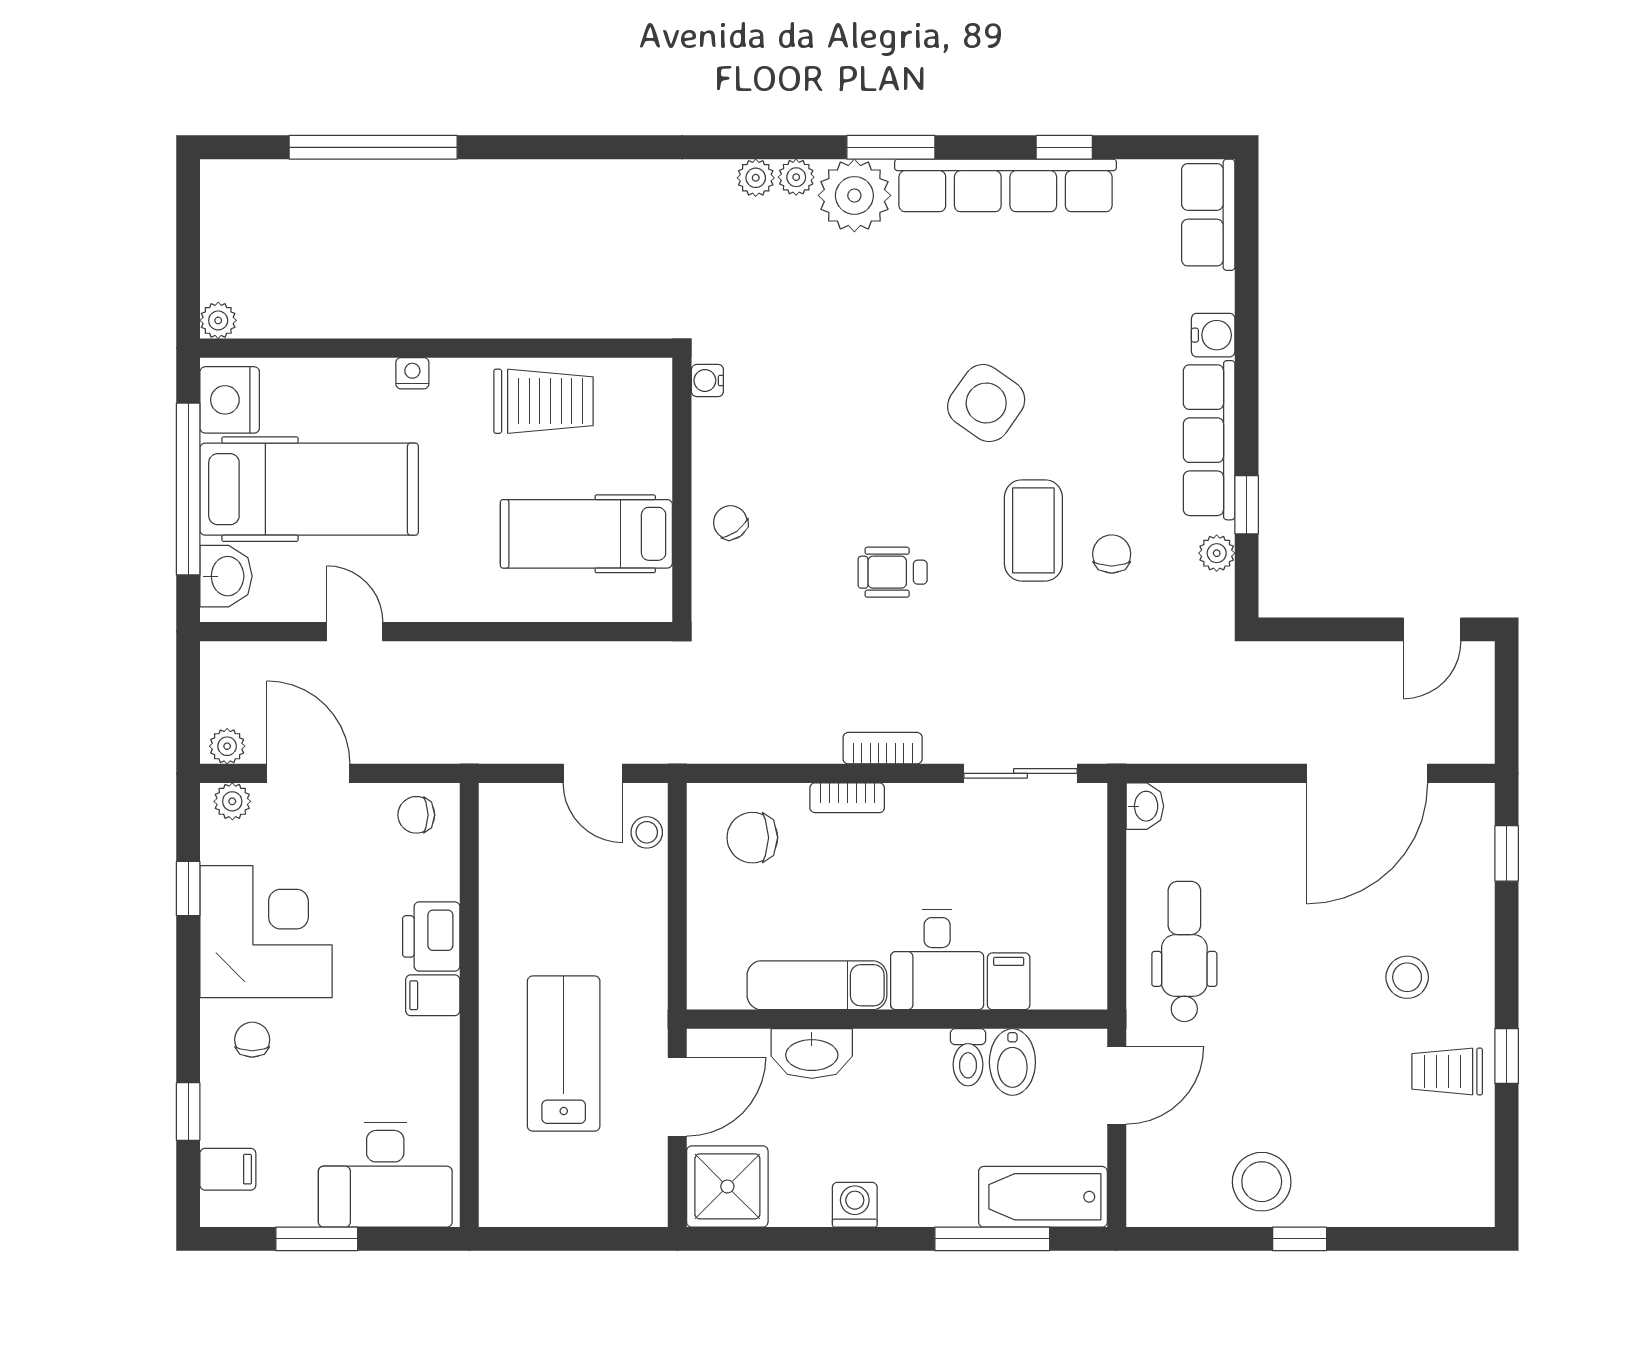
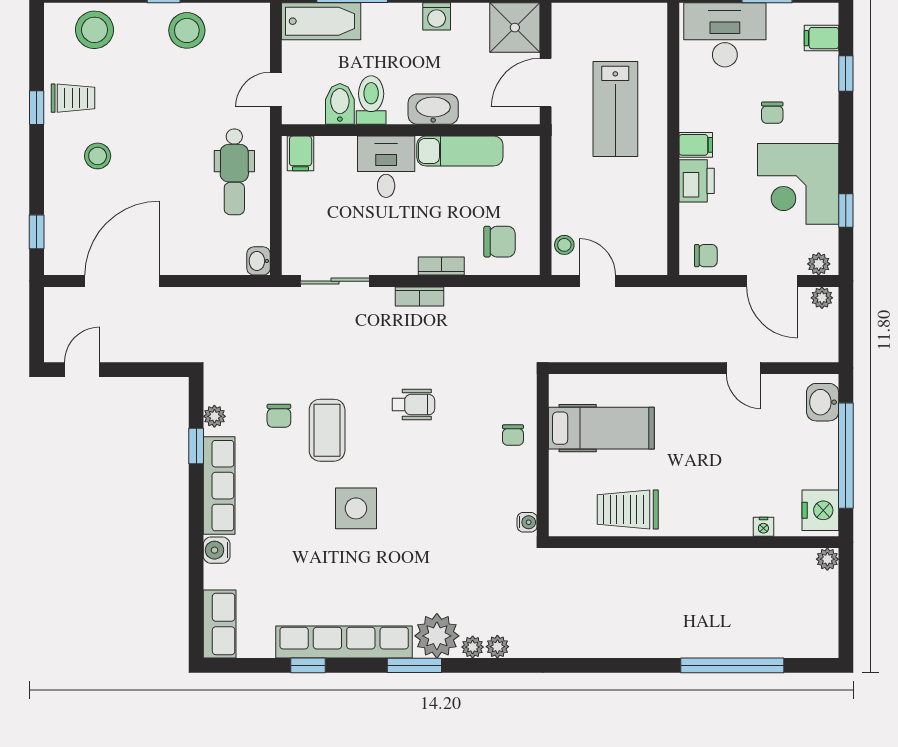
nightstand: (412, 373) -> (763, 527), moved
side table: (986, 403) -> (356, 508), turned -35
hospital bed: (309, 489) -> (772, 456), removed
chair: (730, 523) -> (513, 435), turned 36
filing cabinet: (1009, 981) -> (301, 153), moved
chair: (252, 1040) -> (772, 113), moved
washbasin: (812, 1054) -> (433, 109), moved
toilet: (968, 1057) -> (371, 100), width x1.37, depth x1.39
door: (1117, 1085) -> (276, 90), width x0.73
stool: (1412, 1183) -> (94, 30), added

